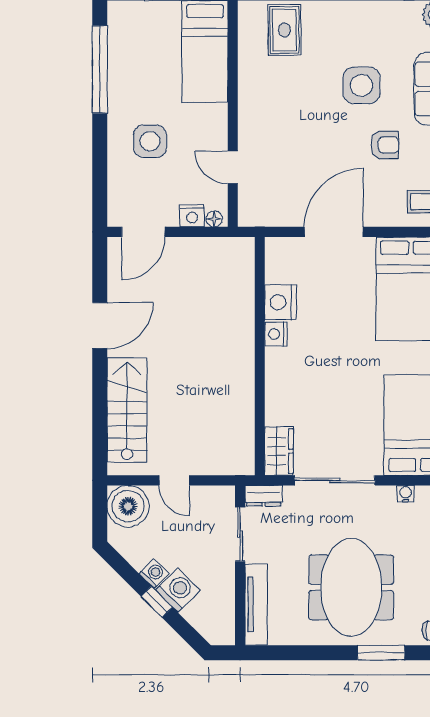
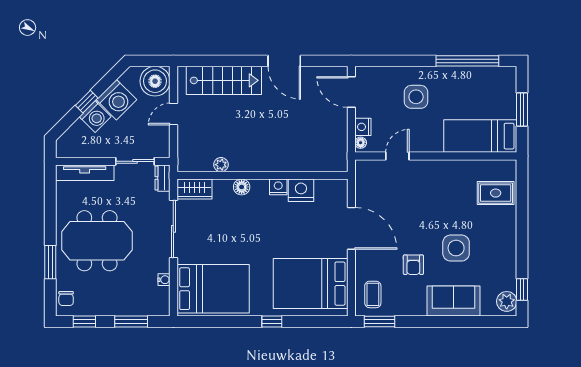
floor lamp: (276, 385) -> (242, 187), added
plant: (245, 414) -> (221, 165), added
washing machine: (154, 574) -> (116, 100), width x1.89, depth x1.89

